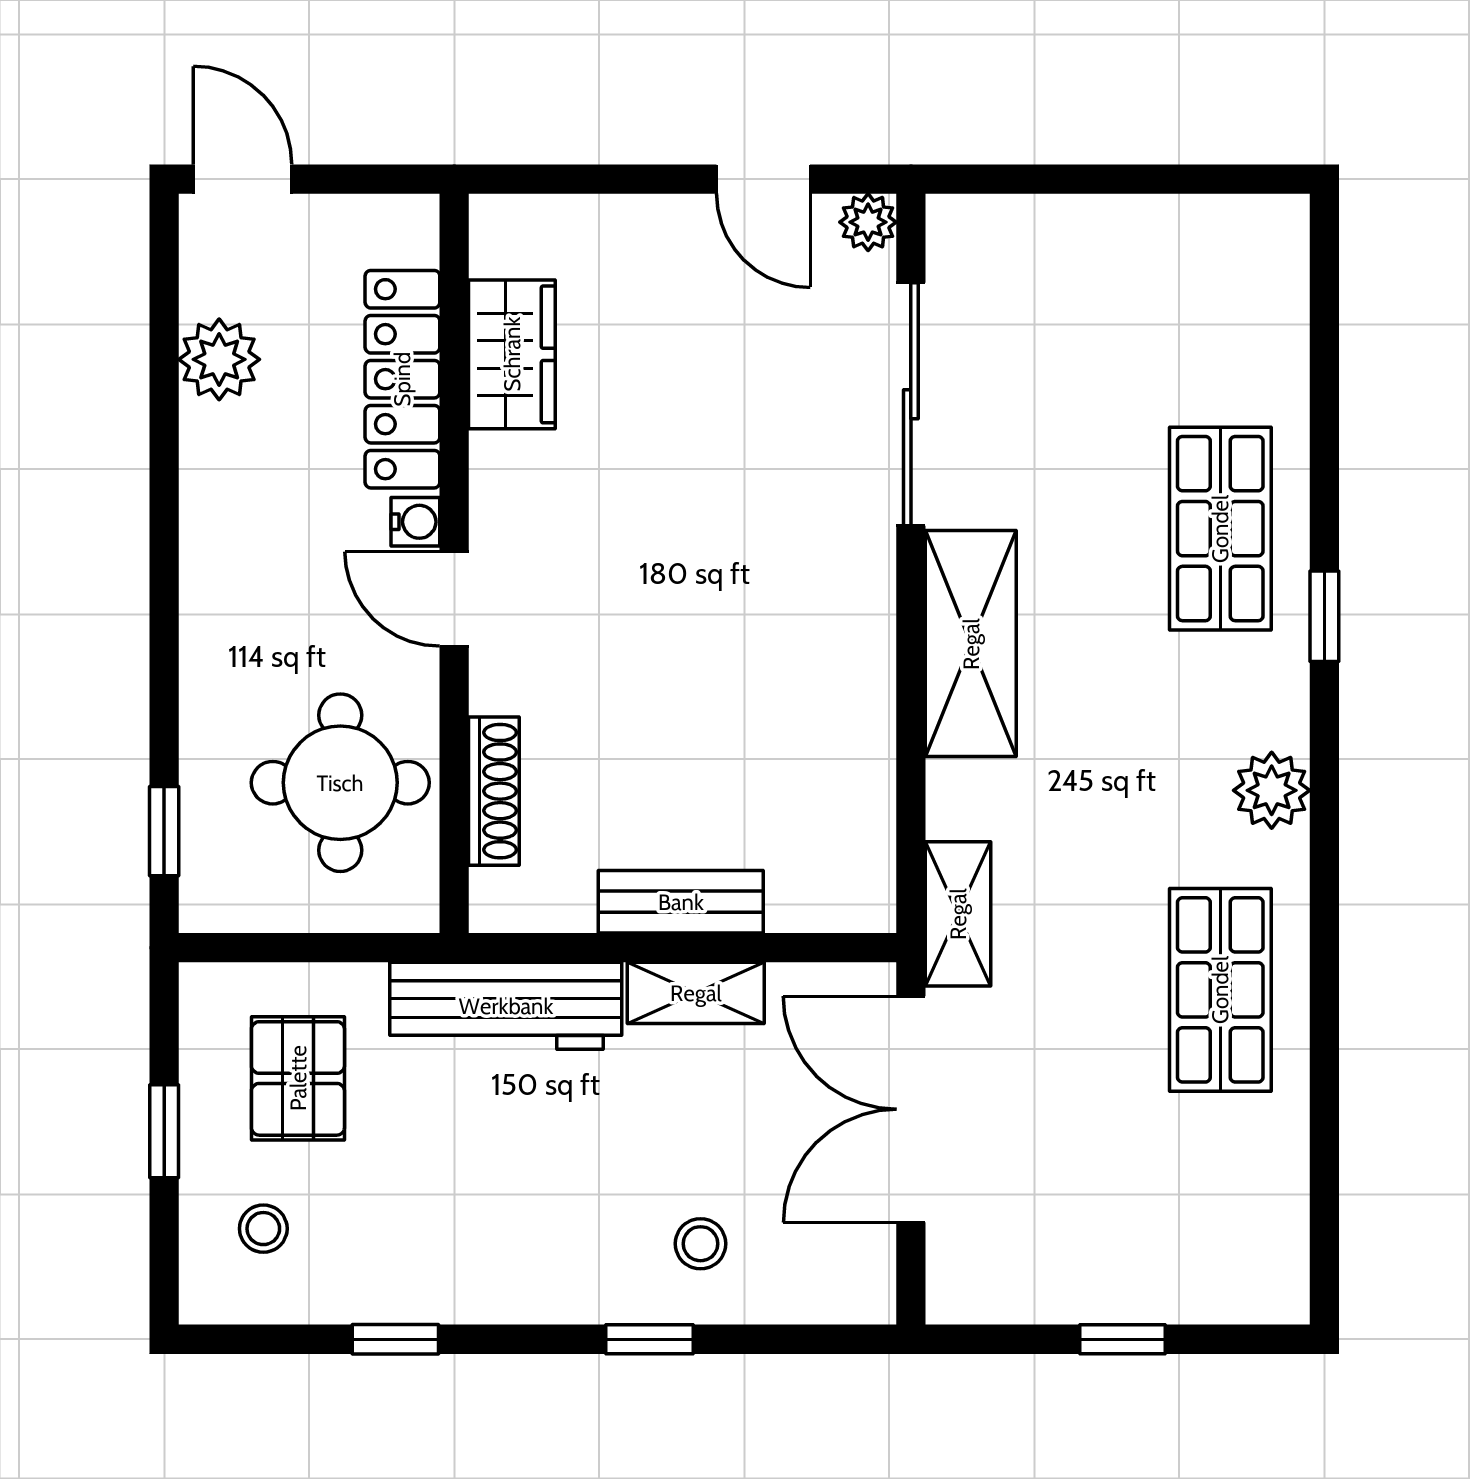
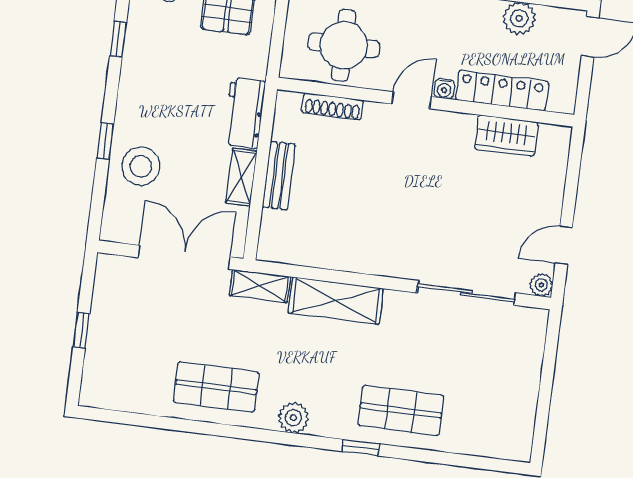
shelving: (971, 644) -> (336, 301), moved
workbench: (506, 1006) -> (244, 113), width x0.73
stool: (700, 1244) -> (141, 166), width x1.89, depth x1.89

